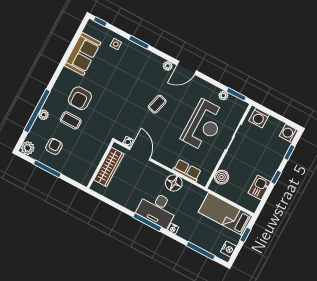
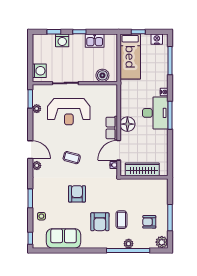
armchair: (119, 90) -> (77, 194), added
armchair: (80, 98) -> (100, 222), turned 90
reception desk: (204, 125) -> (69, 112), turned 180
washing machine: (289, 133) -> (62, 40), moved
row of seats: (187, 170) -> (112, 128), moved
floor lamp: (174, 183) -> (127, 124), moved

